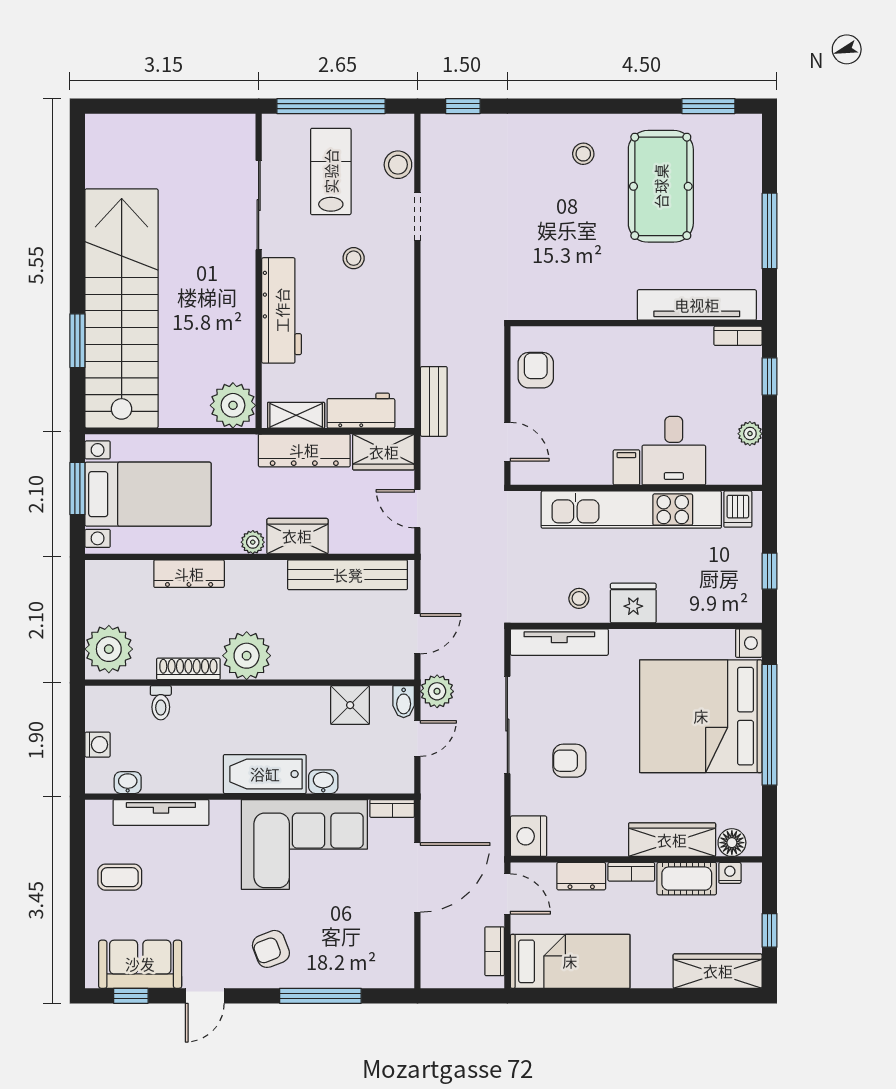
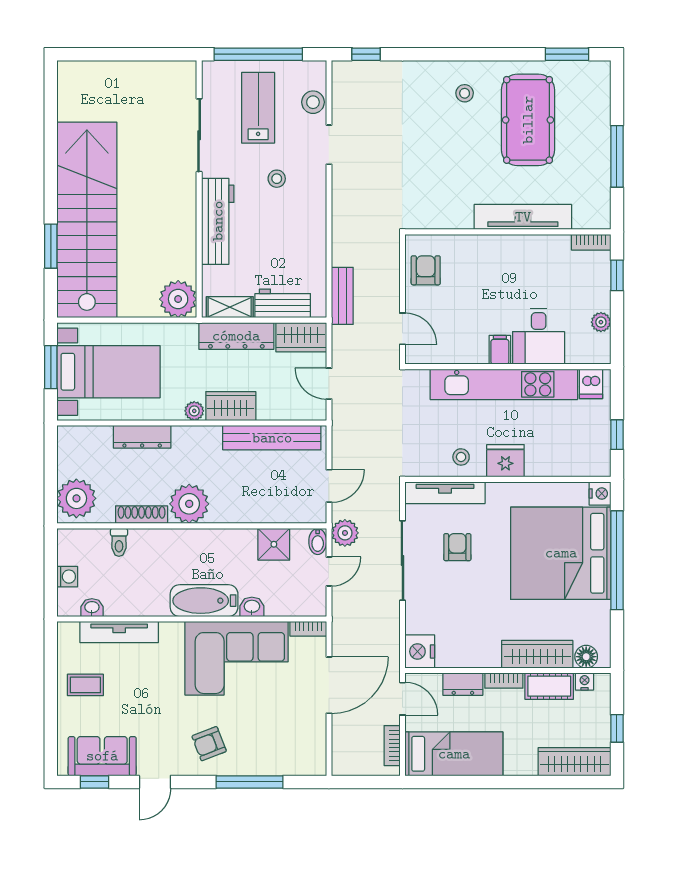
tv unit: (697, 305) -> (523, 217), moved
armchair: (569, 761) -> (457, 547), moved, turned 90

